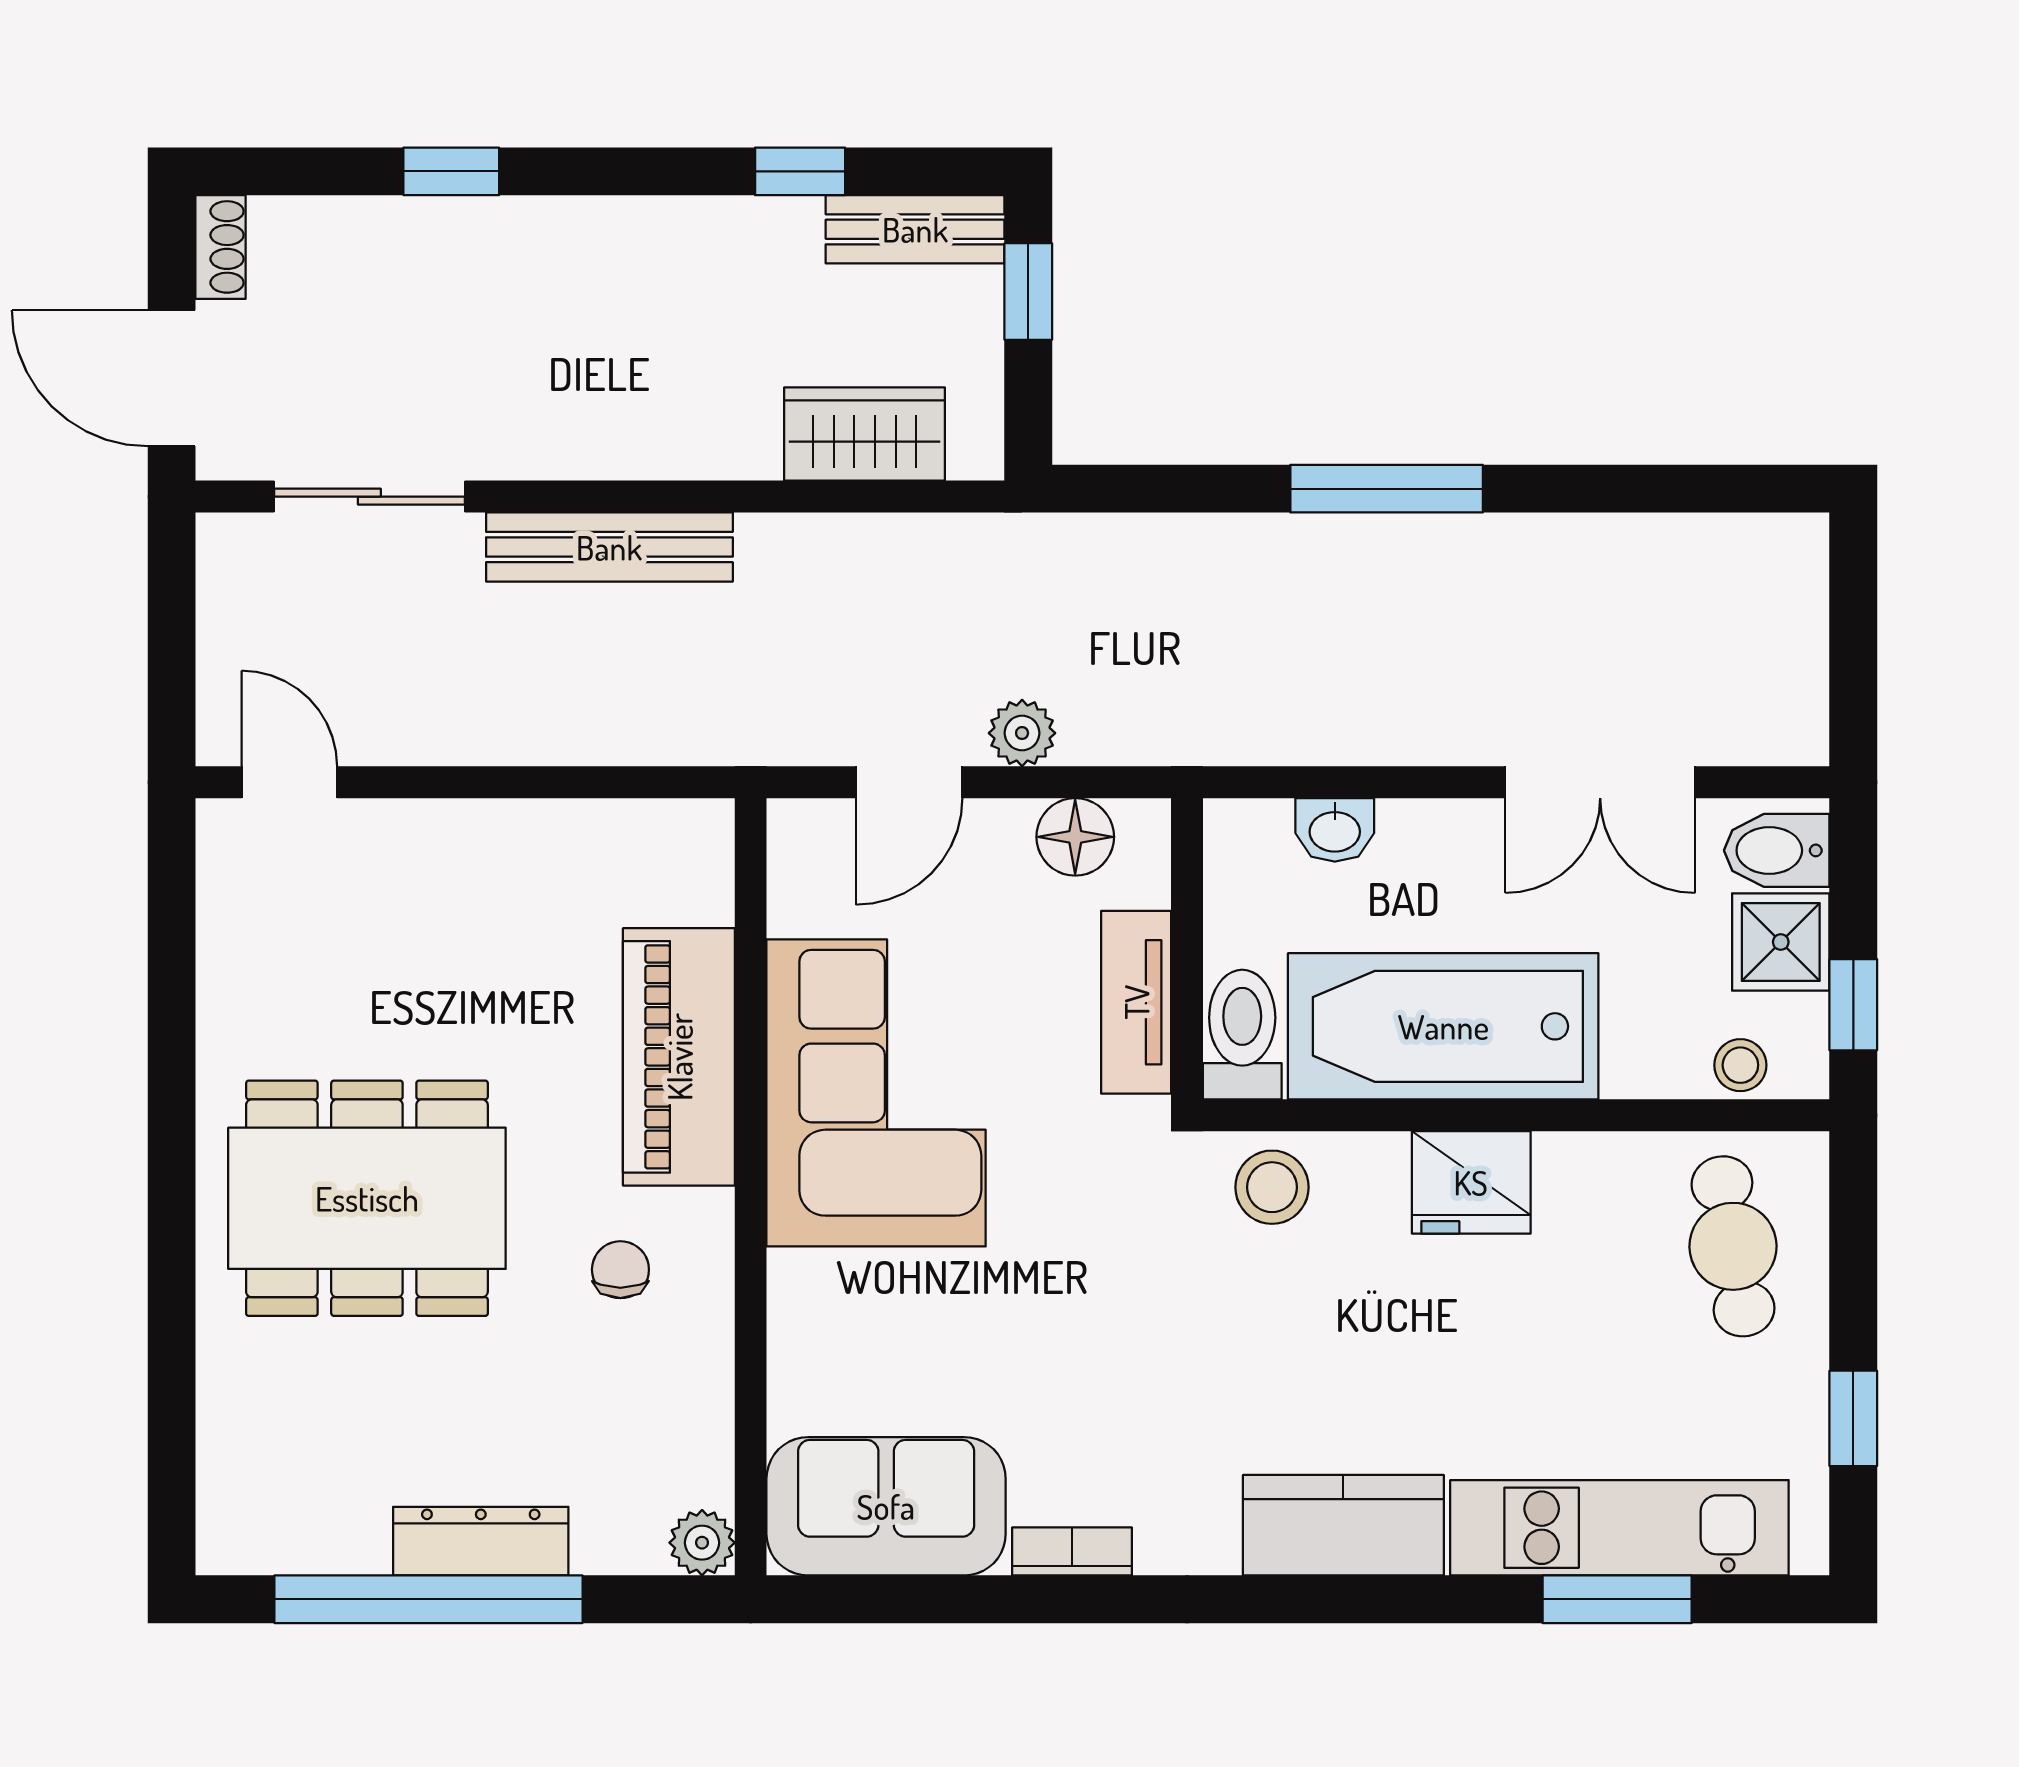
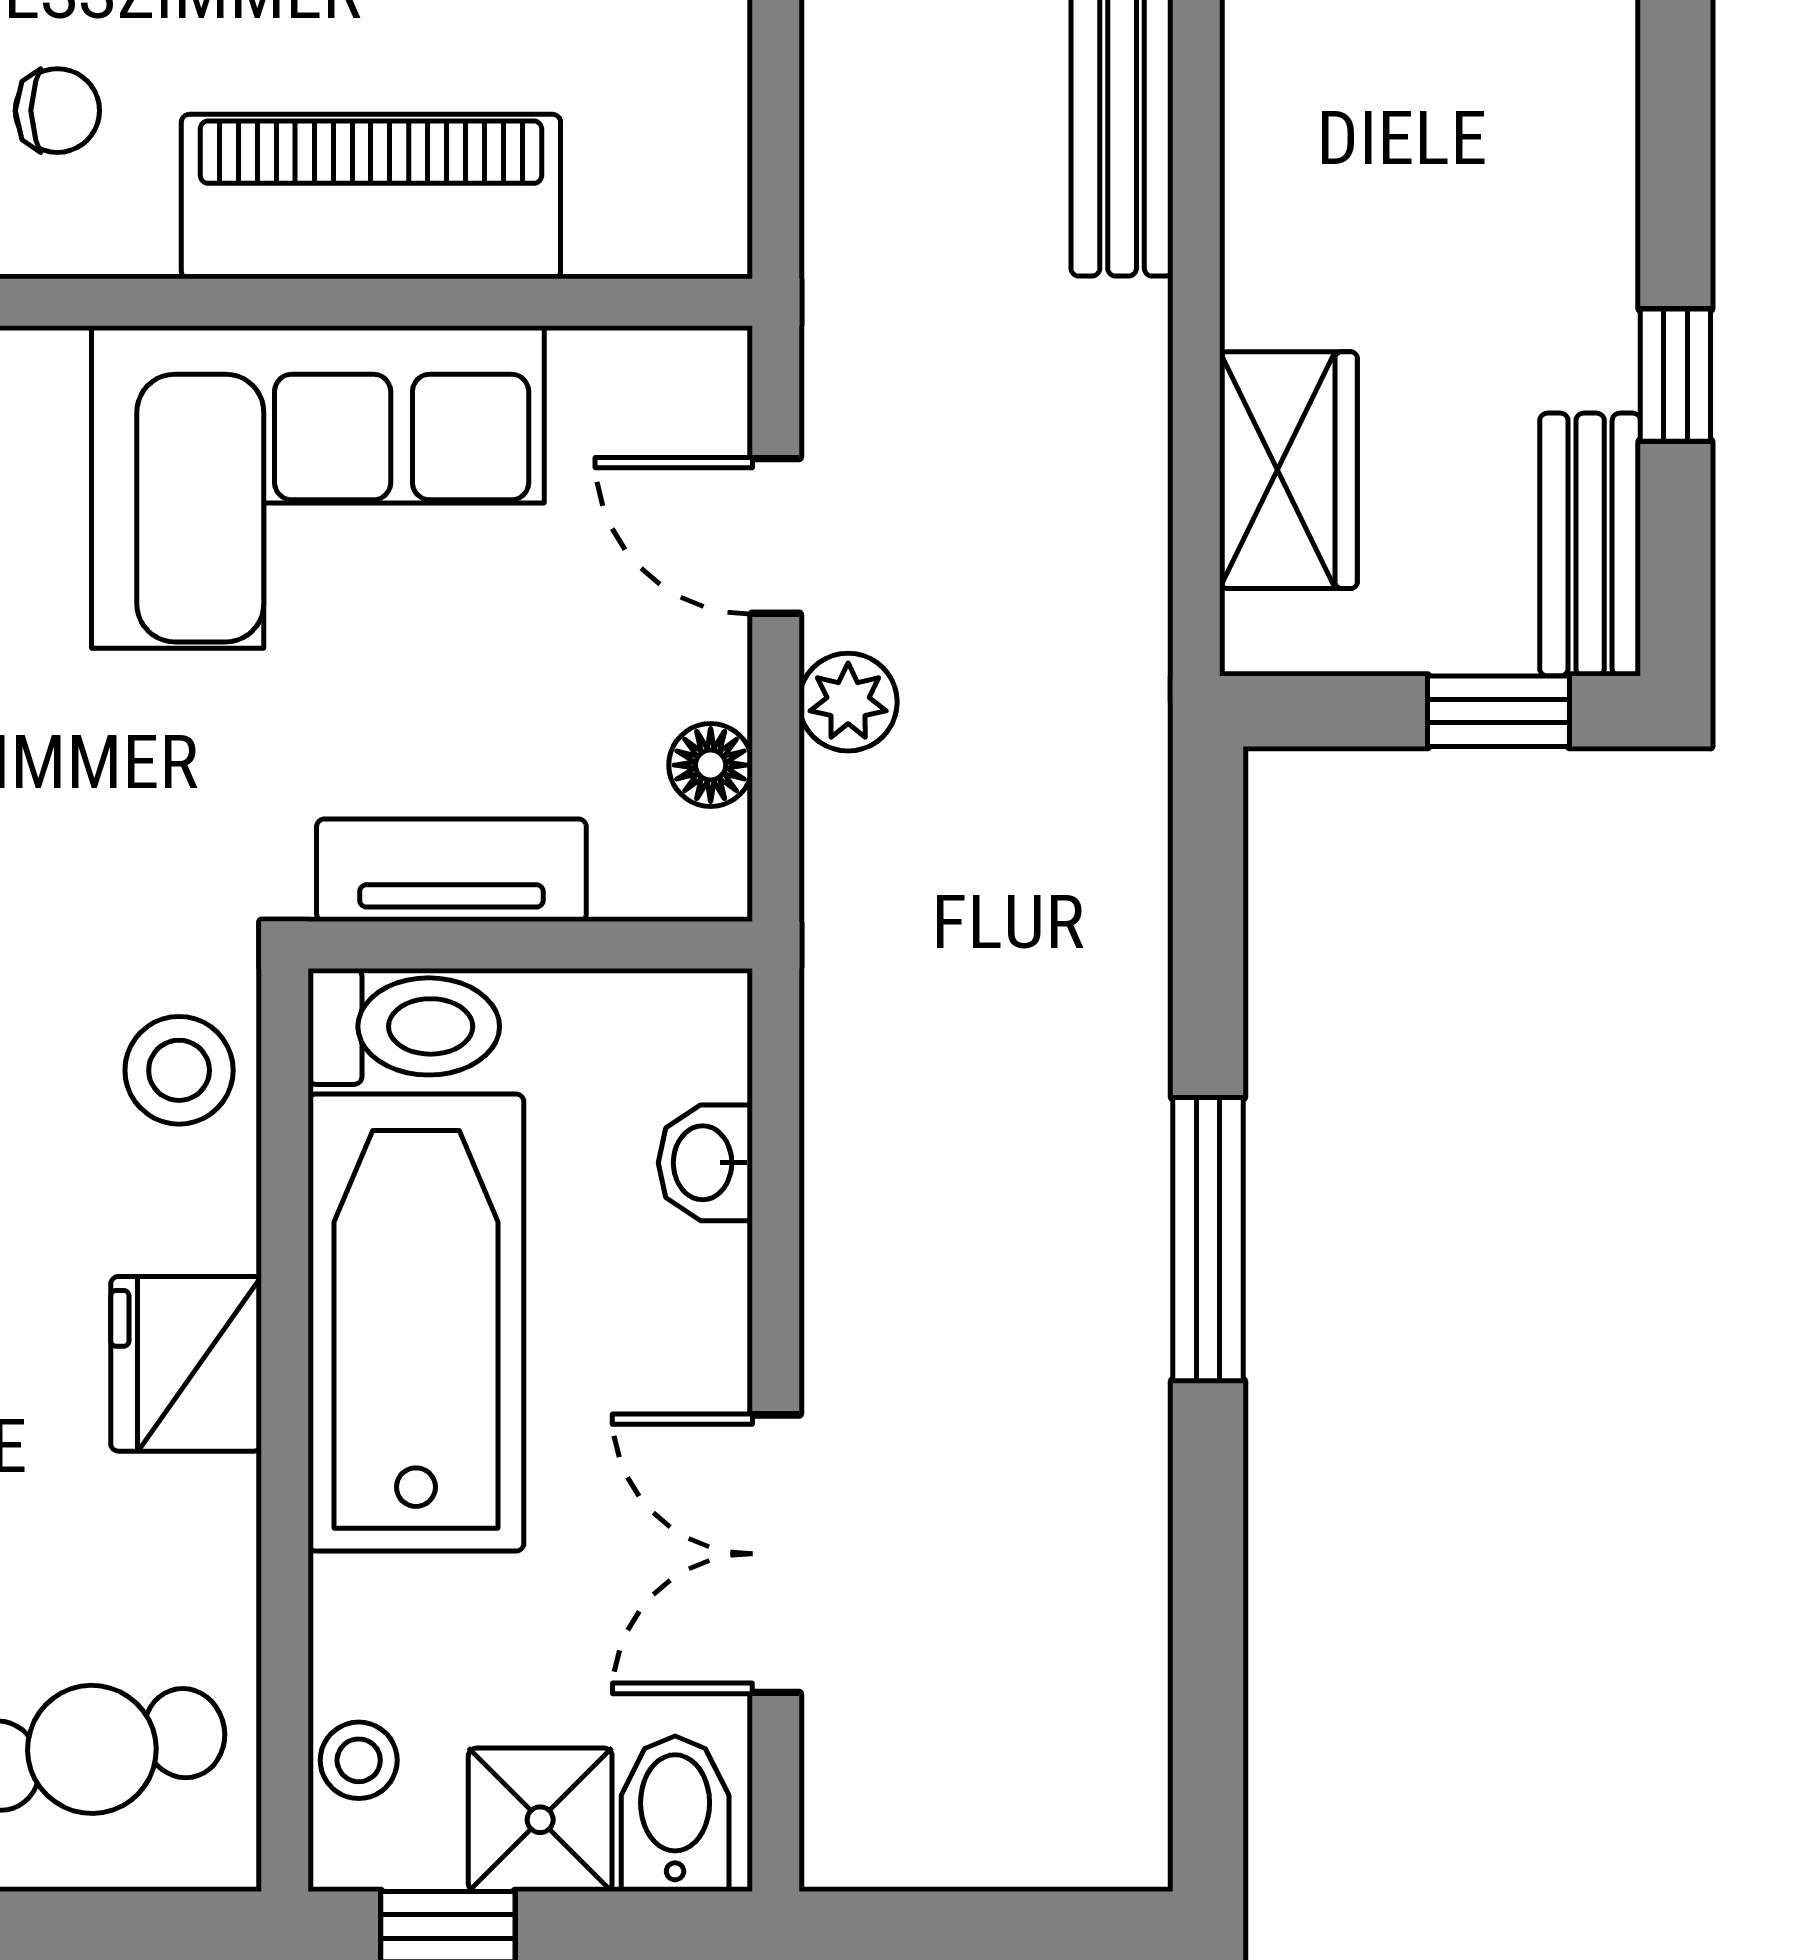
floor lamp: (1075, 837) -> (711, 765), width x0.73, depth x0.73

